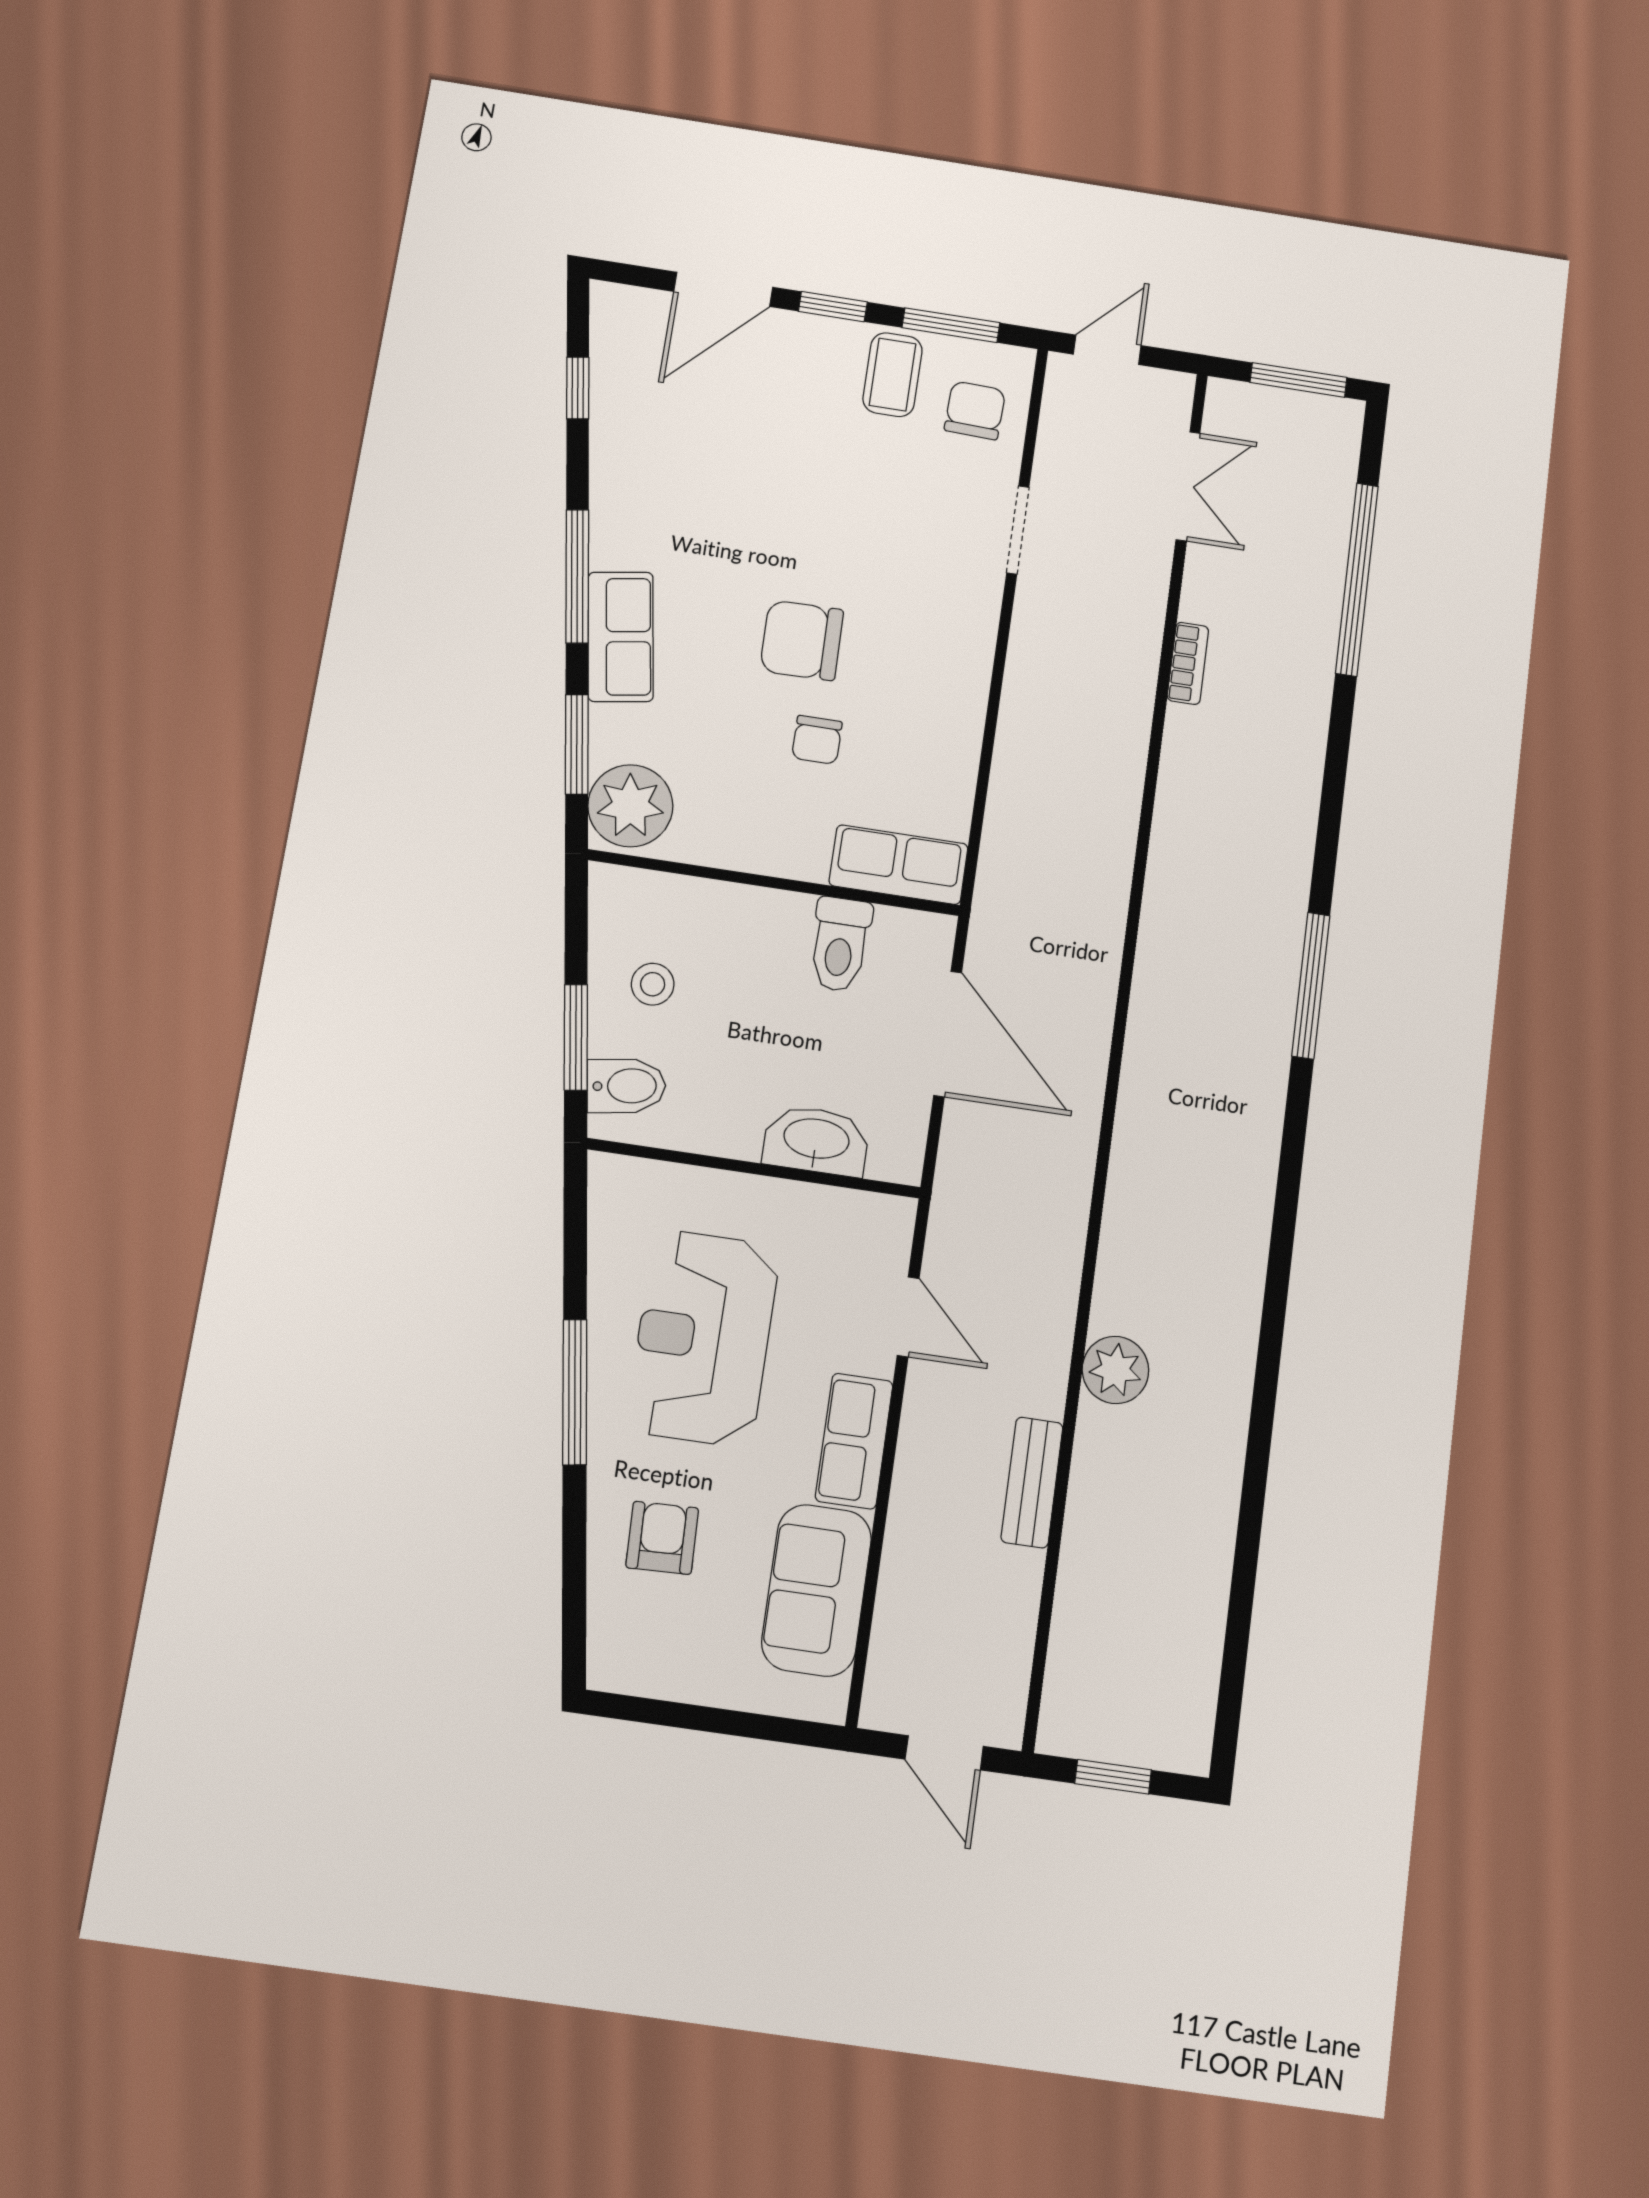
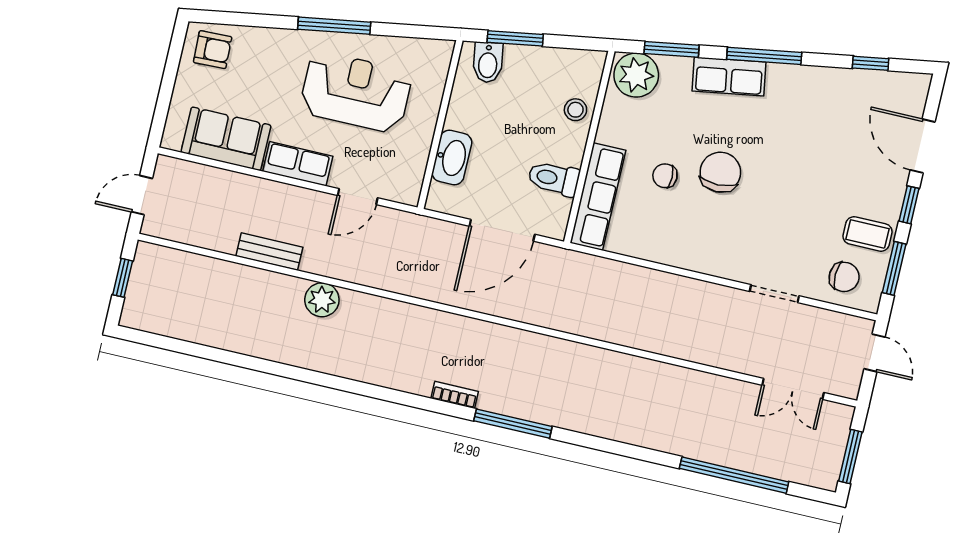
bookcase: (1188, 663) -> (455, 395), moved, turned 180
row of seats: (899, 865) -> (598, 197), width x1.48
stool: (653, 984) -> (575, 110), moved
armchair: (662, 1538) -> (213, 50), moved

